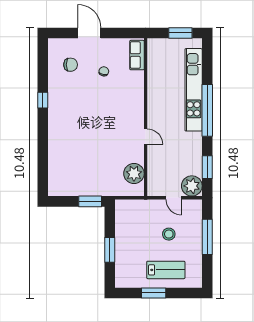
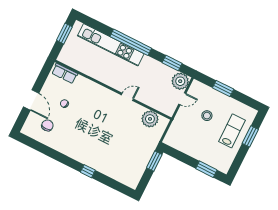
door: (89, 33) -> (31, 100), swing flipped
window: (43, 100) -> (88, 171), moved
window: (207, 237) -> (223, 89), width x0.69
window: (110, 250) -> (206, 169), moved
window: (154, 293) -> (250, 136), moved

